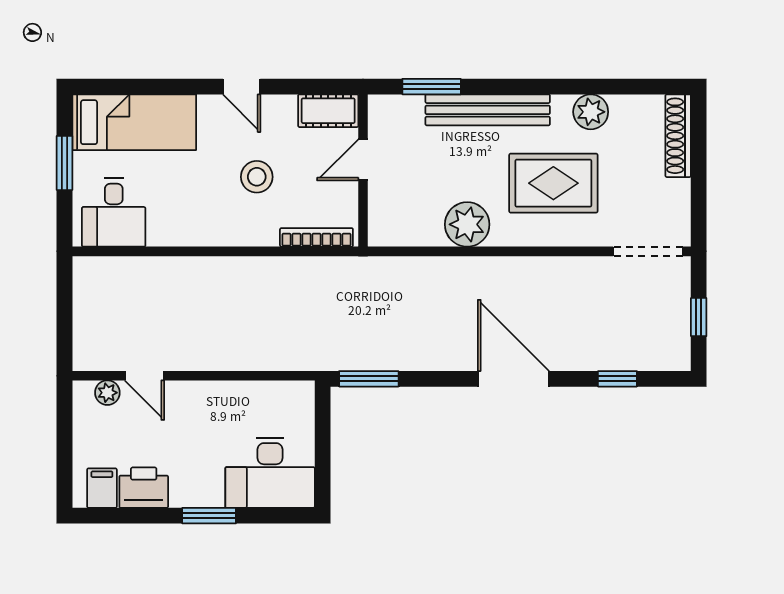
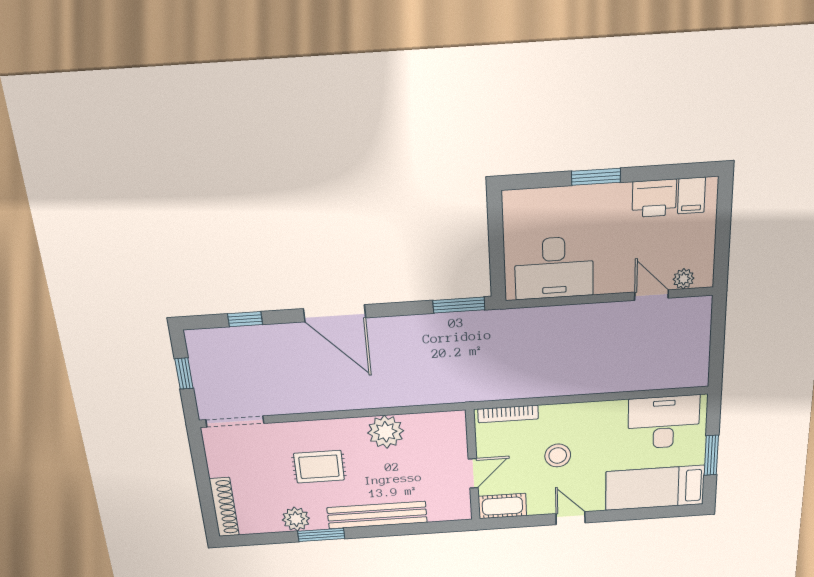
window: (432, 87) -> (321, 535), moved
rug: (553, 183) -> (319, 467), width x0.73, depth x0.70
desk: (114, 212) -> (664, 422), width x1.37
desk: (270, 473) -> (554, 268), moved, turned 180

